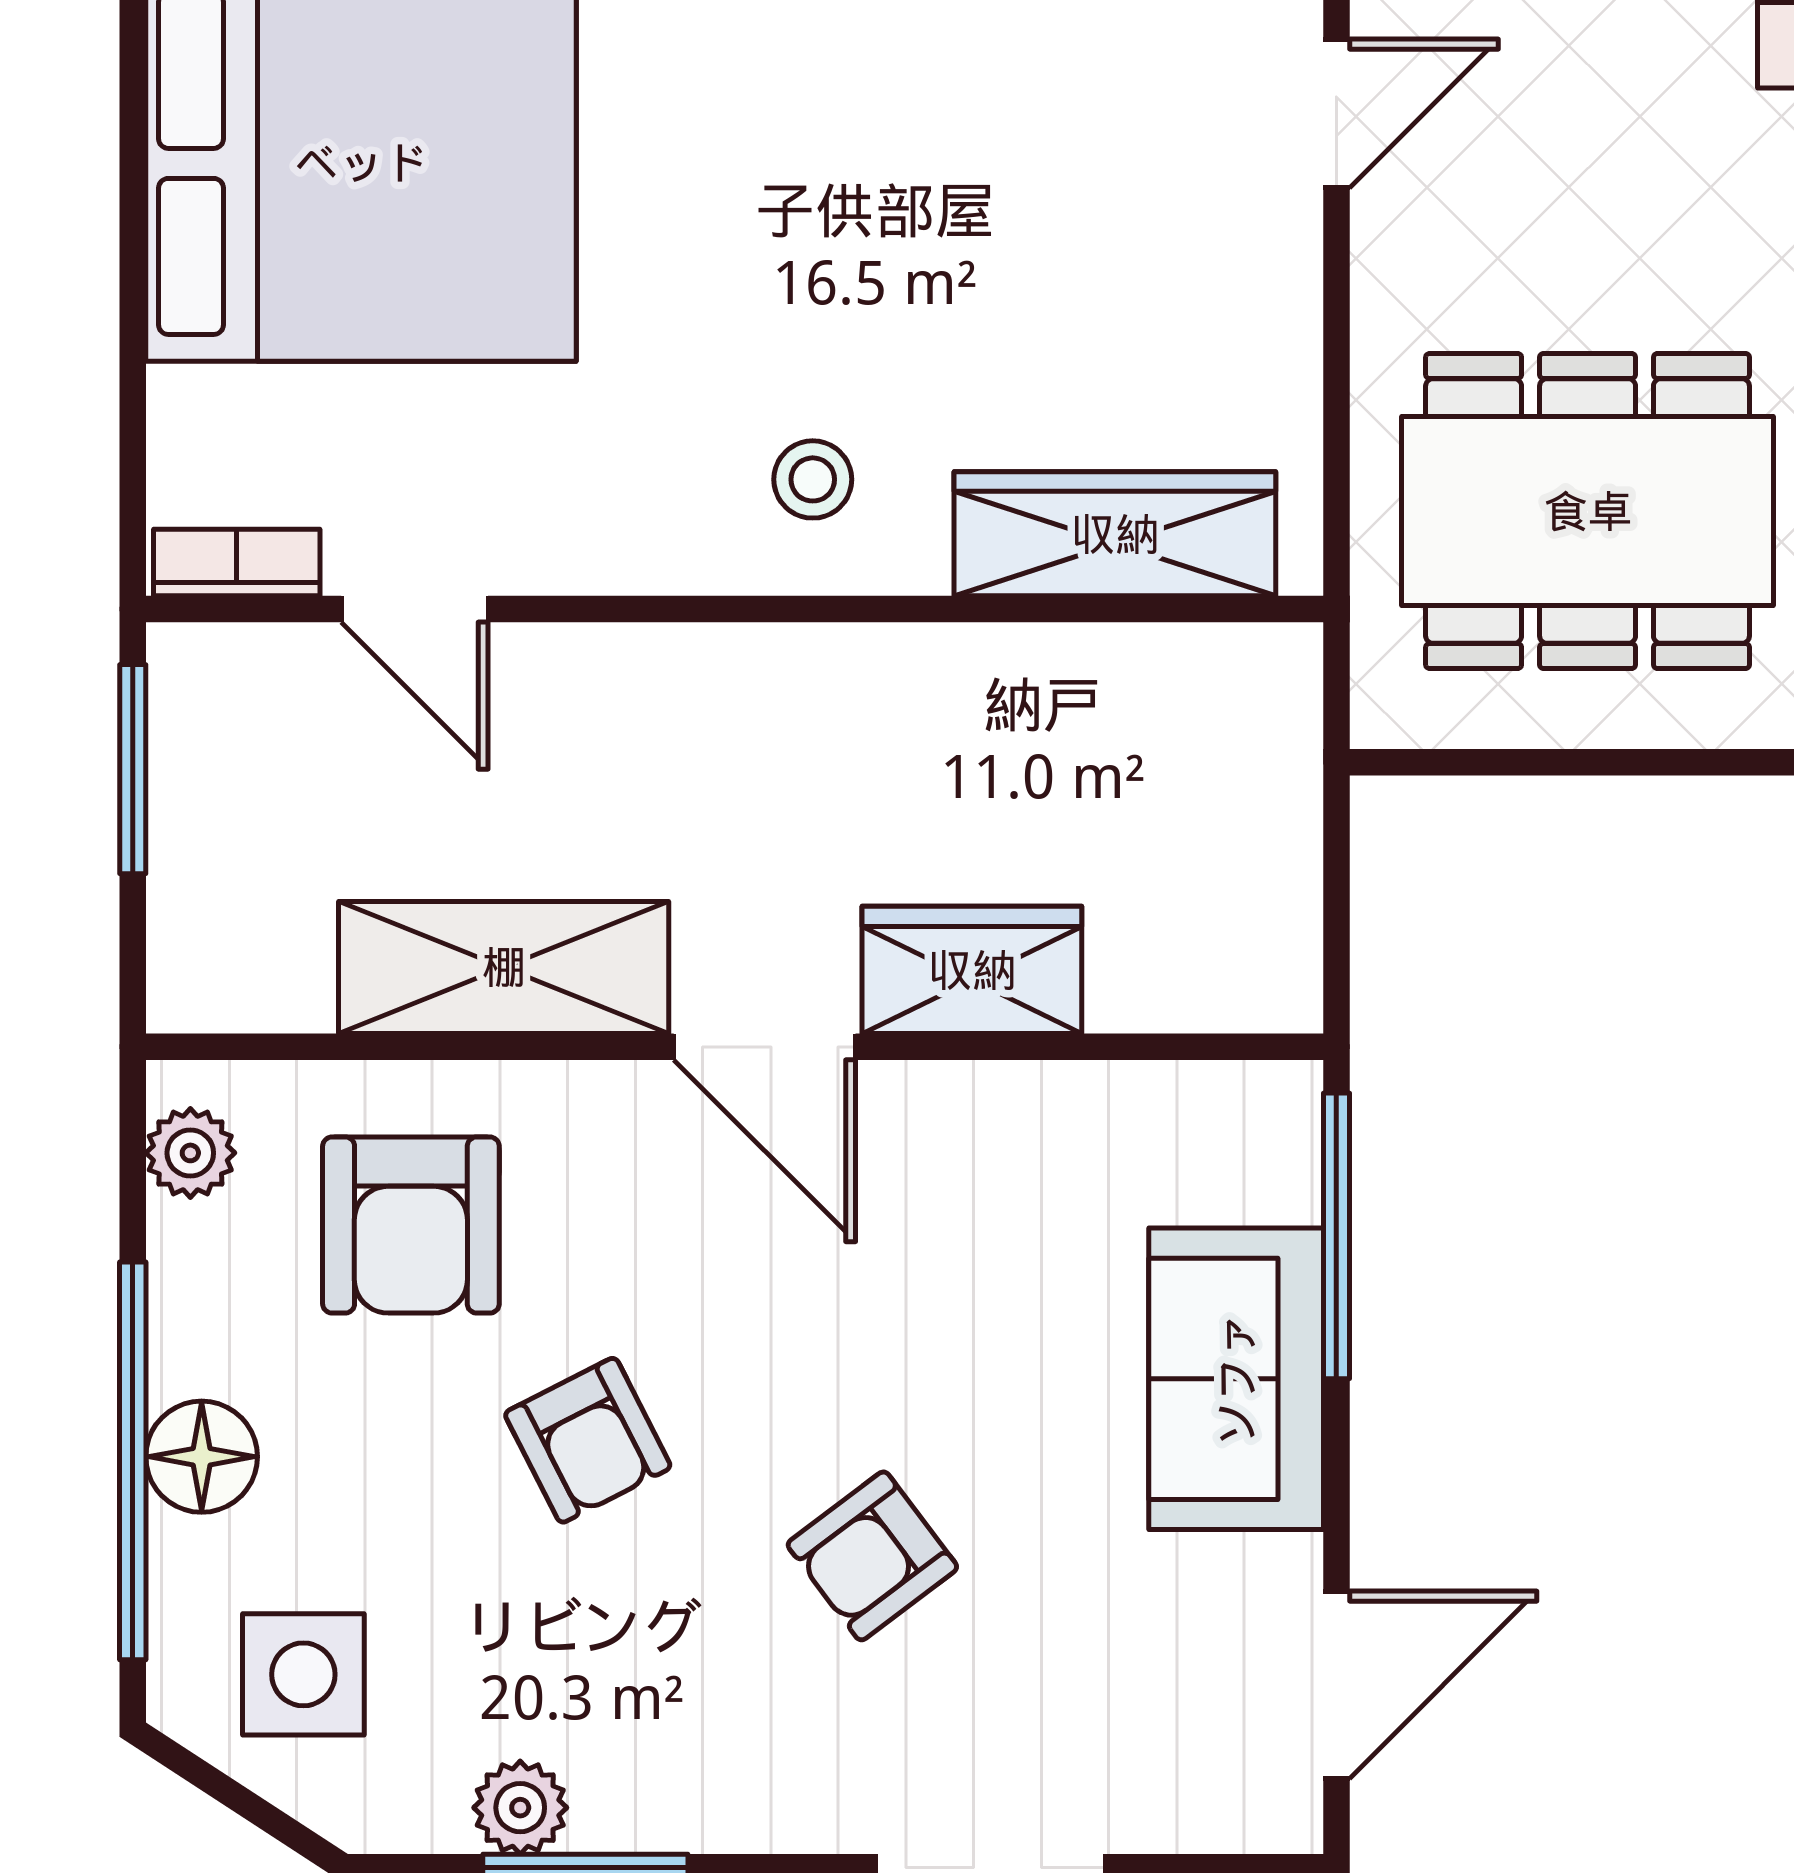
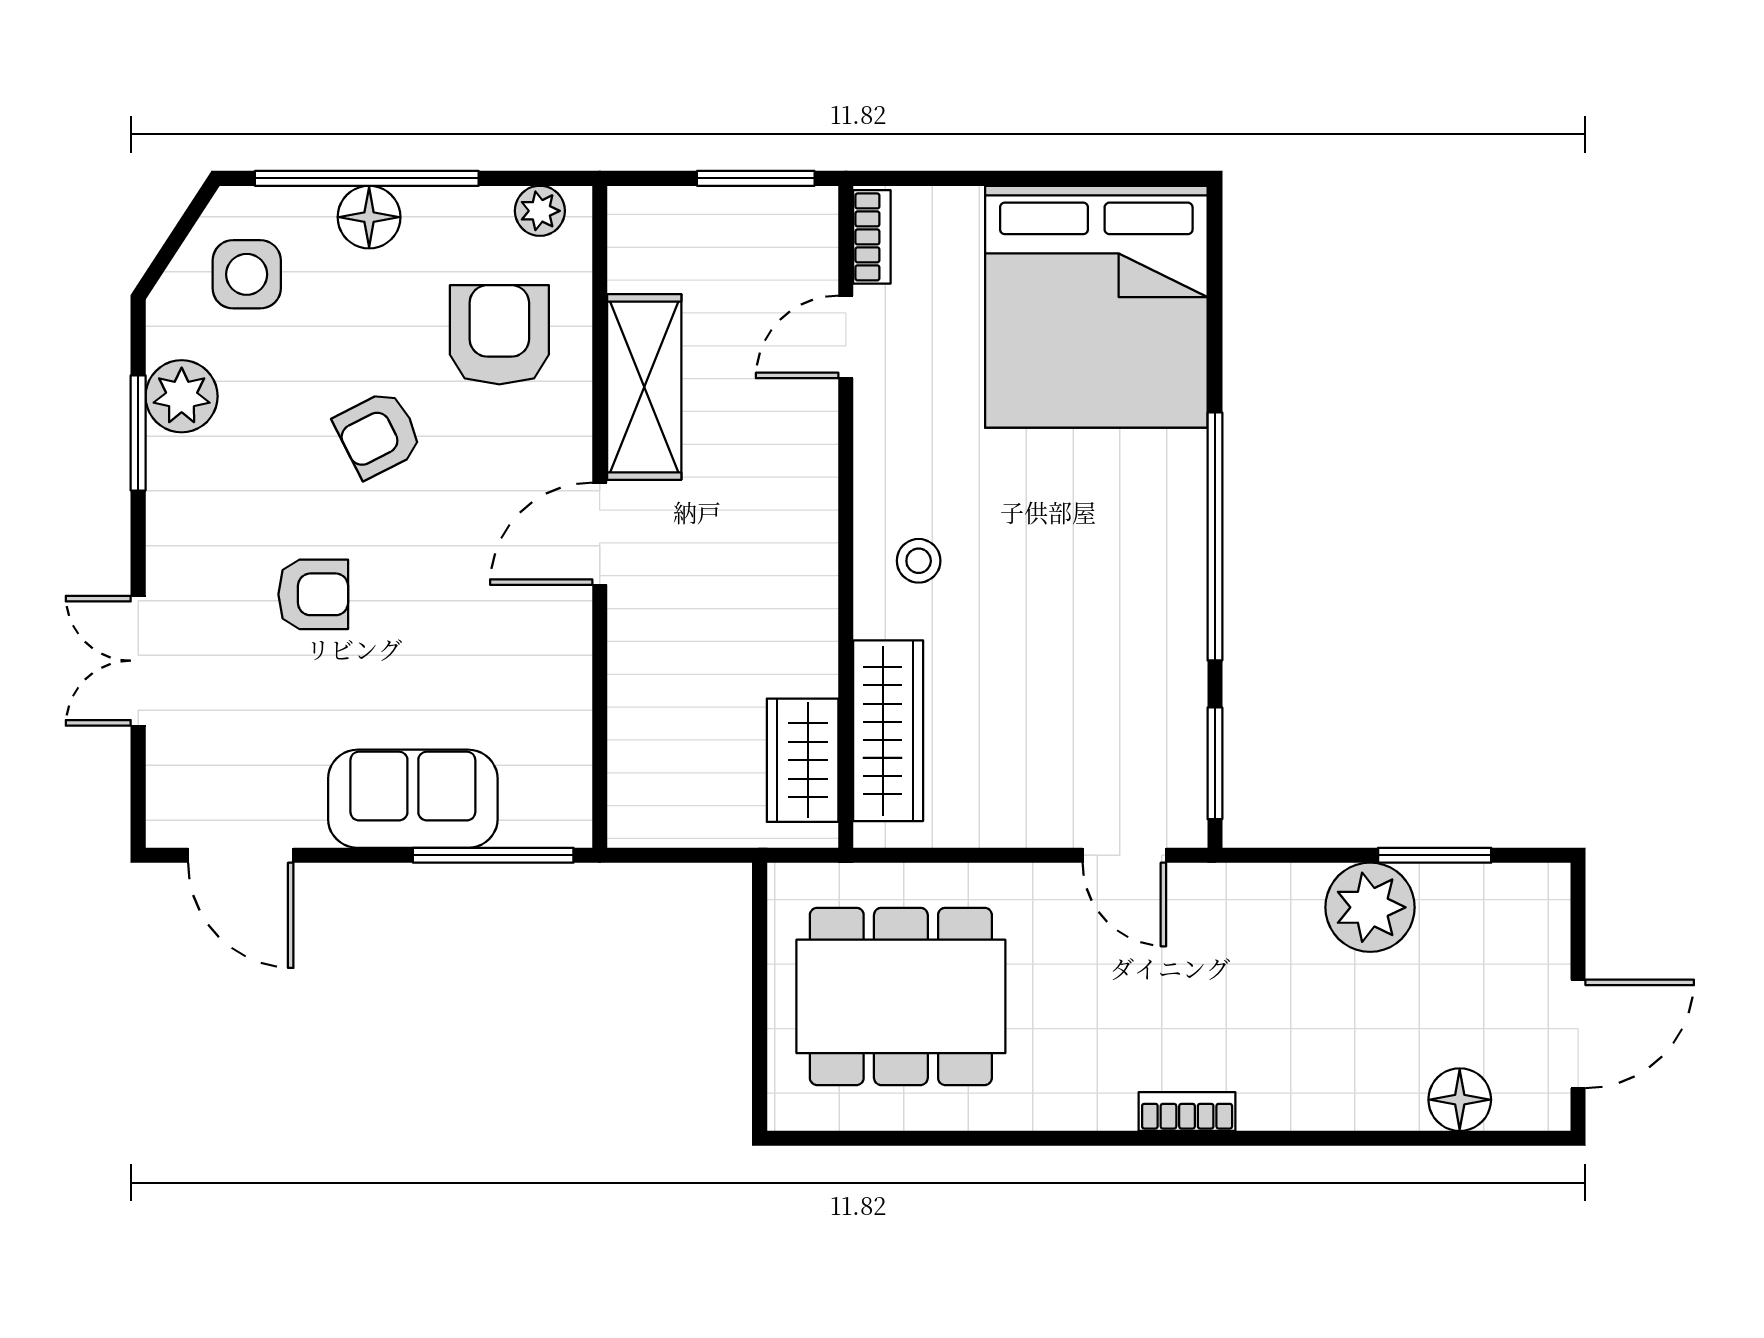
dining table: (1588, 511) -> (901, 996), turned 90
wardrobe: (972, 970) -> (803, 760), moved, turned 180
armchair: (411, 1225) -> (499, 335), turned 90
armchair: (872, 1556) -> (313, 594), turned 127
plant: (520, 1808) -> (182, 396), width x1.38, depth x1.38

